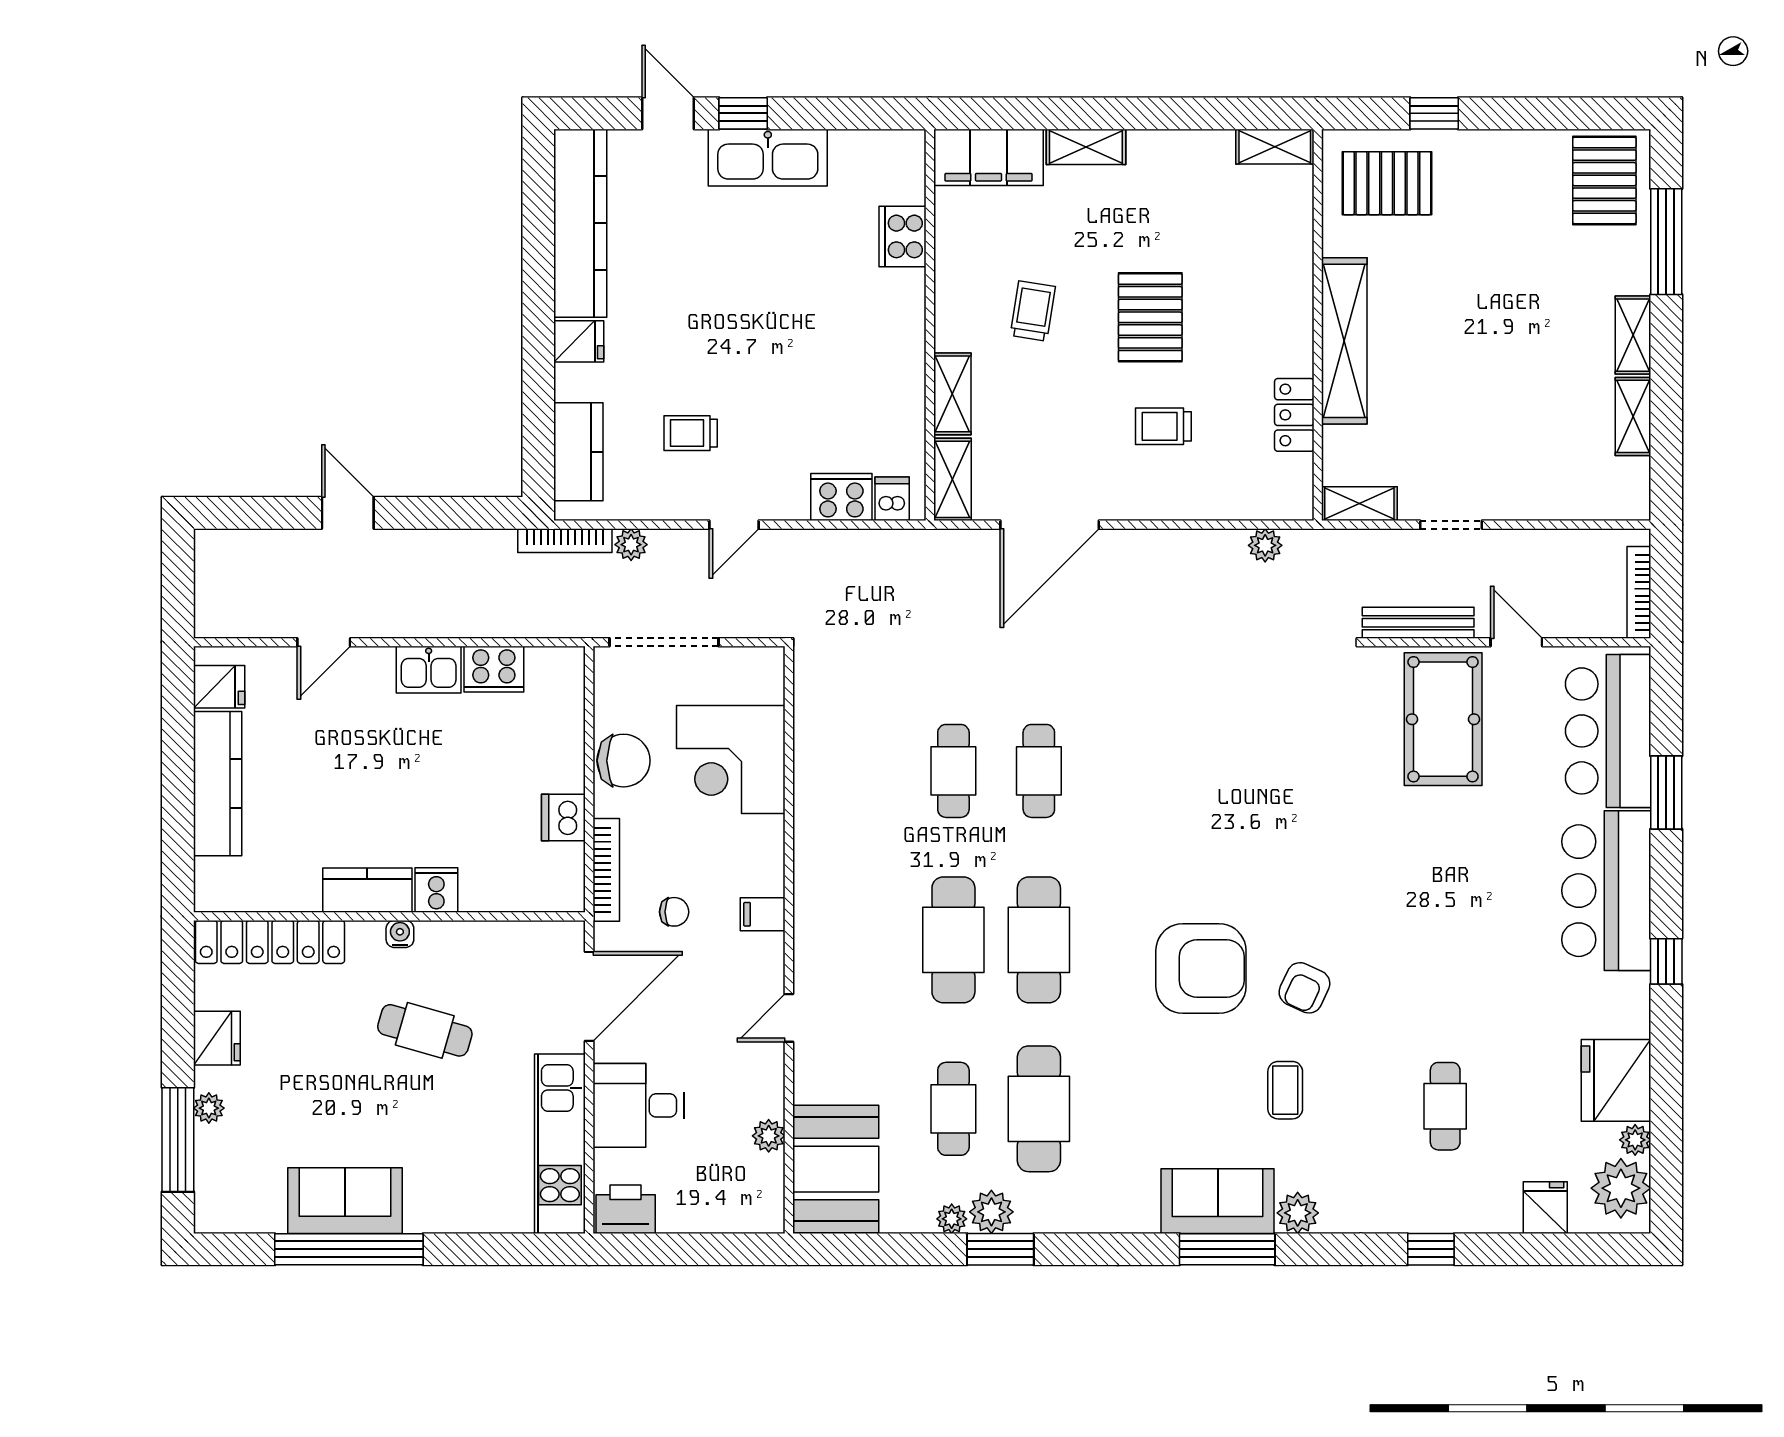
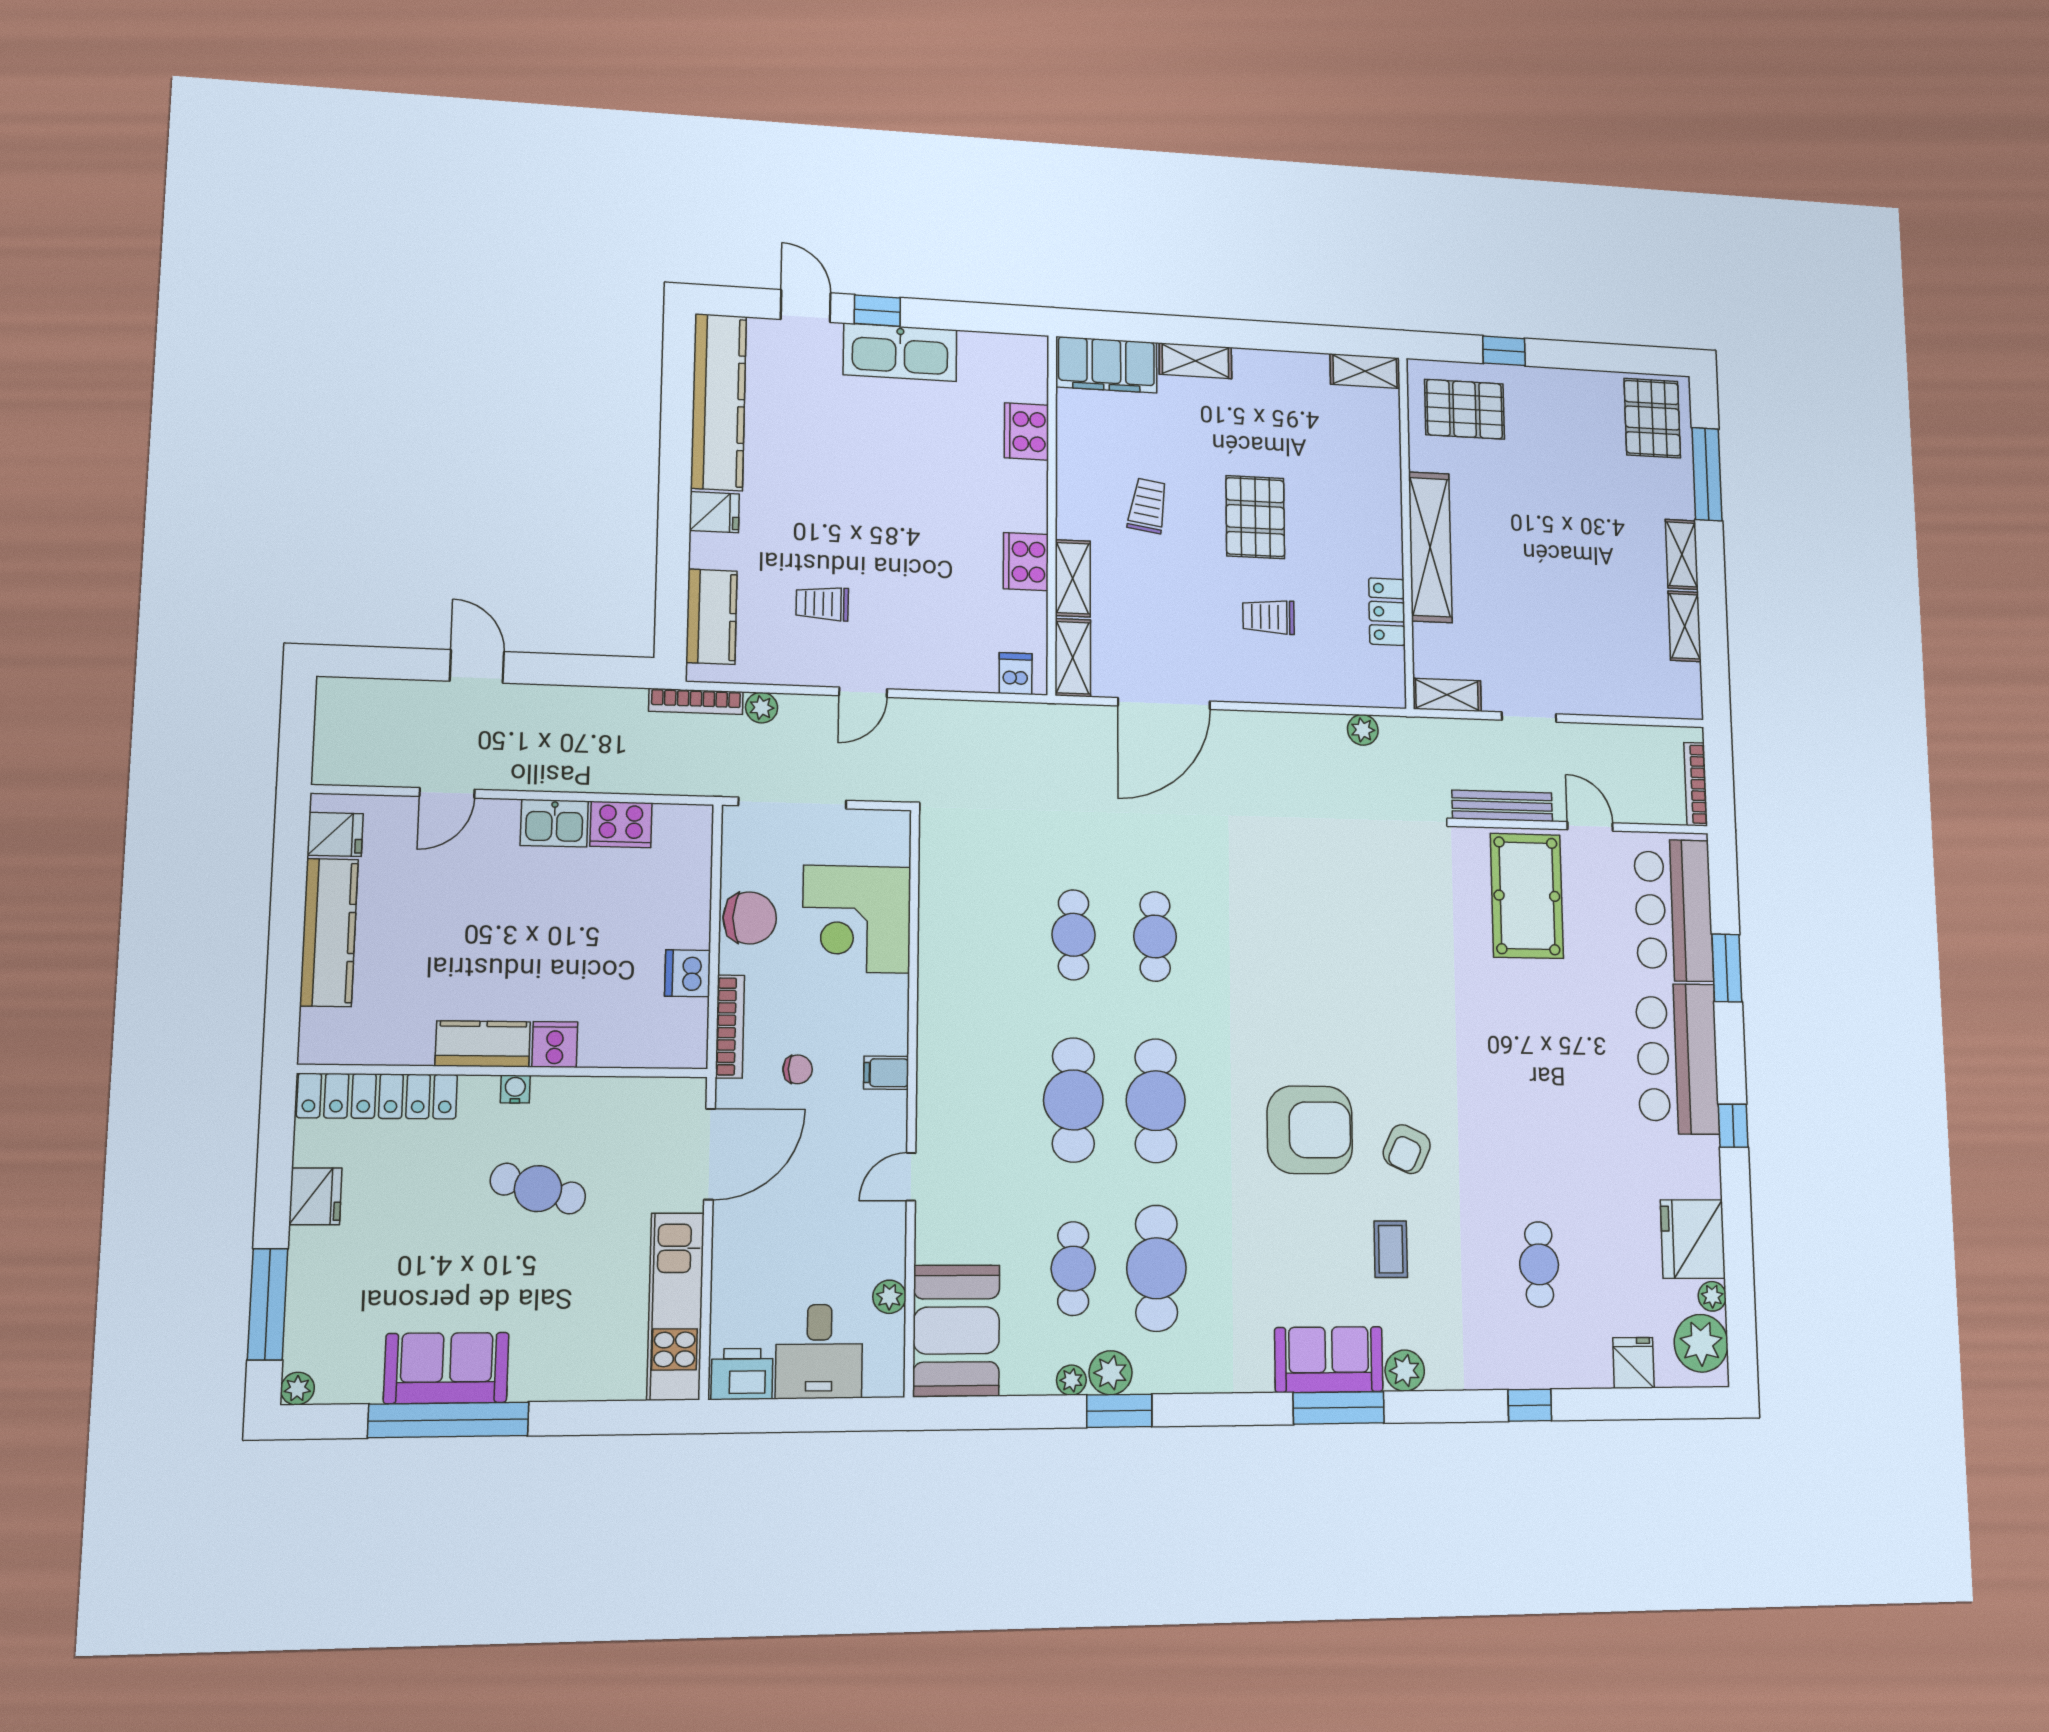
cooker: (841, 497) -> (1026, 562), moved, turned -90
desk: (638, 1105) -> (819, 1351), moved, turned -90
plant: (209, 1108) -> (297, 1389), moved

